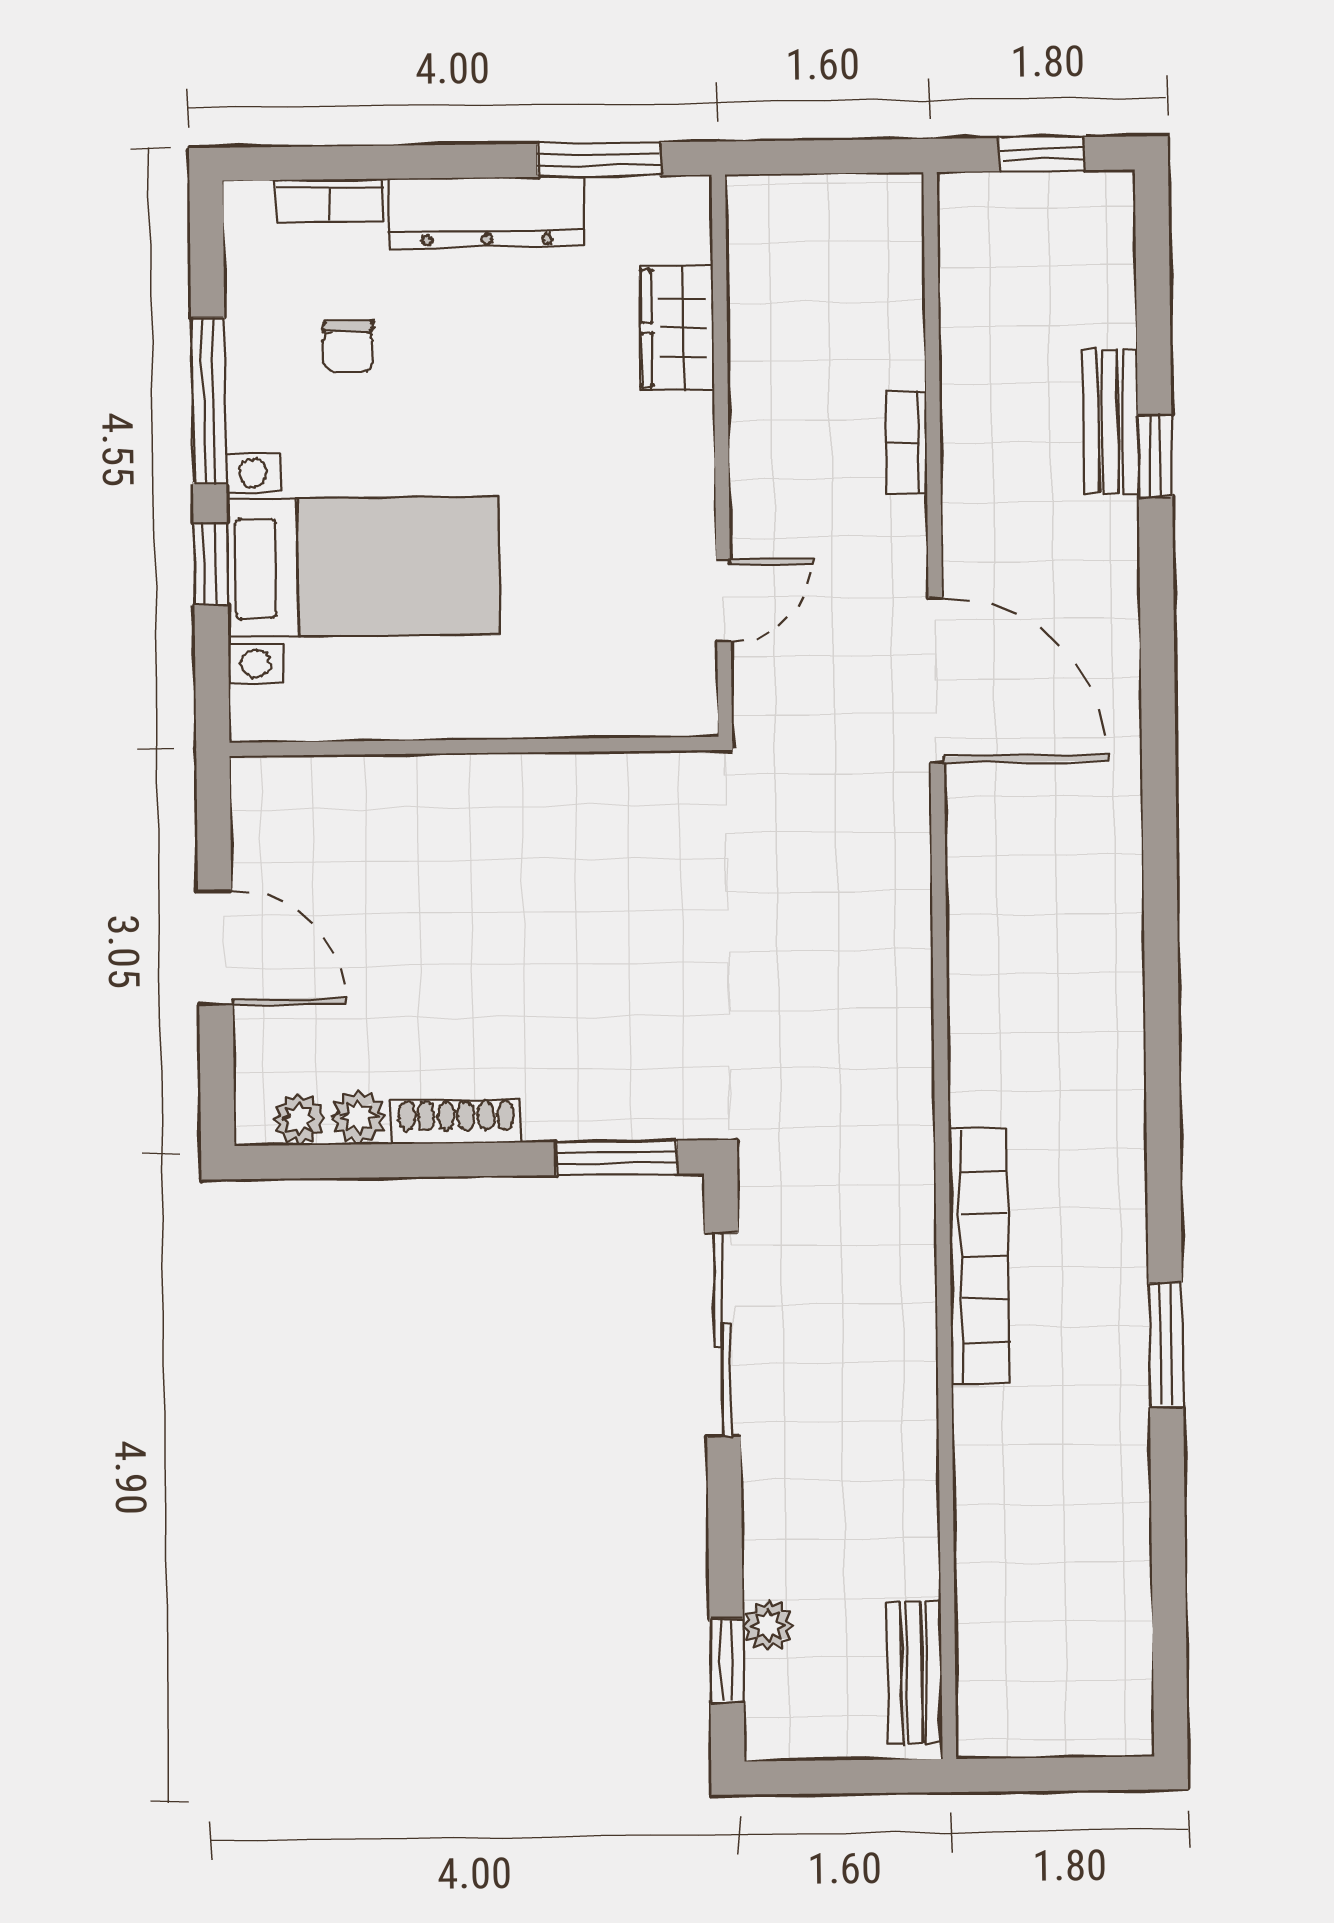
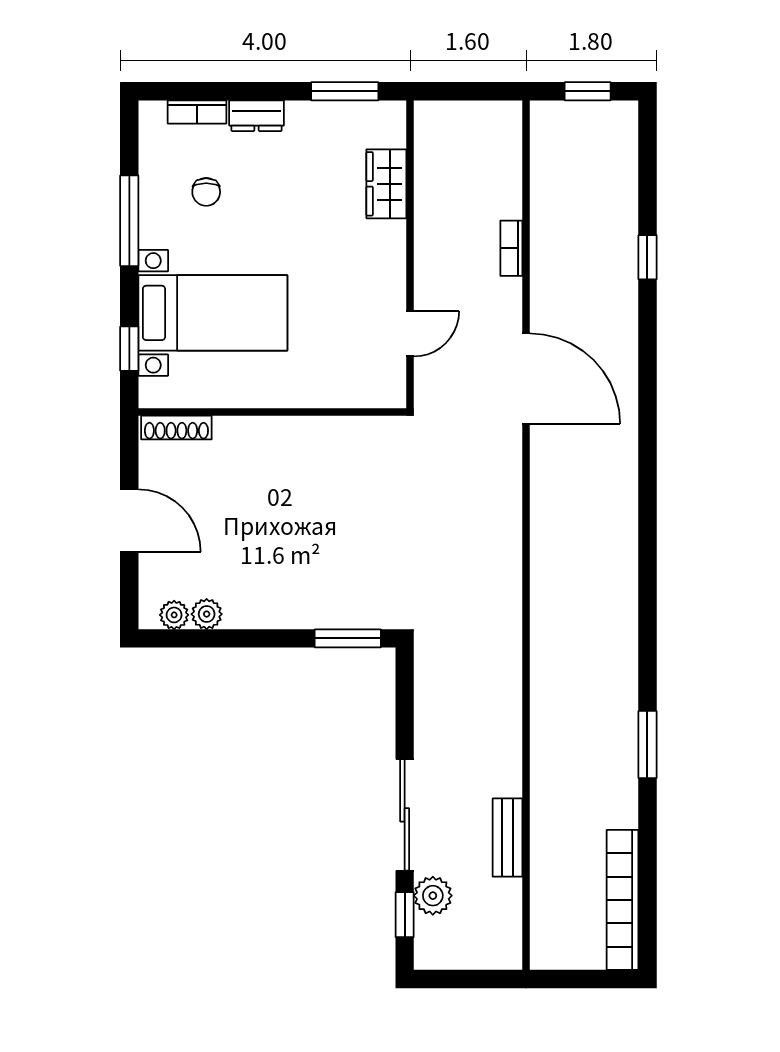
dresser: (487, 212) -> (257, 116), width x0.51, depth x0.80
bench: (1111, 421) -> (623, 238), removed
window: (211, 564) -> (129, 349), moved
shoe rack: (456, 1121) -> (176, 428), moved, turned 180
bookcase: (979, 1256) -> (622, 900), moved, turned 180
sliding door: (723, 1335) -> (405, 815), moved
plant: (768, 1626) -> (433, 896), width x1.38, depth x1.38
bench: (914, 1673) -> (507, 838), moved

